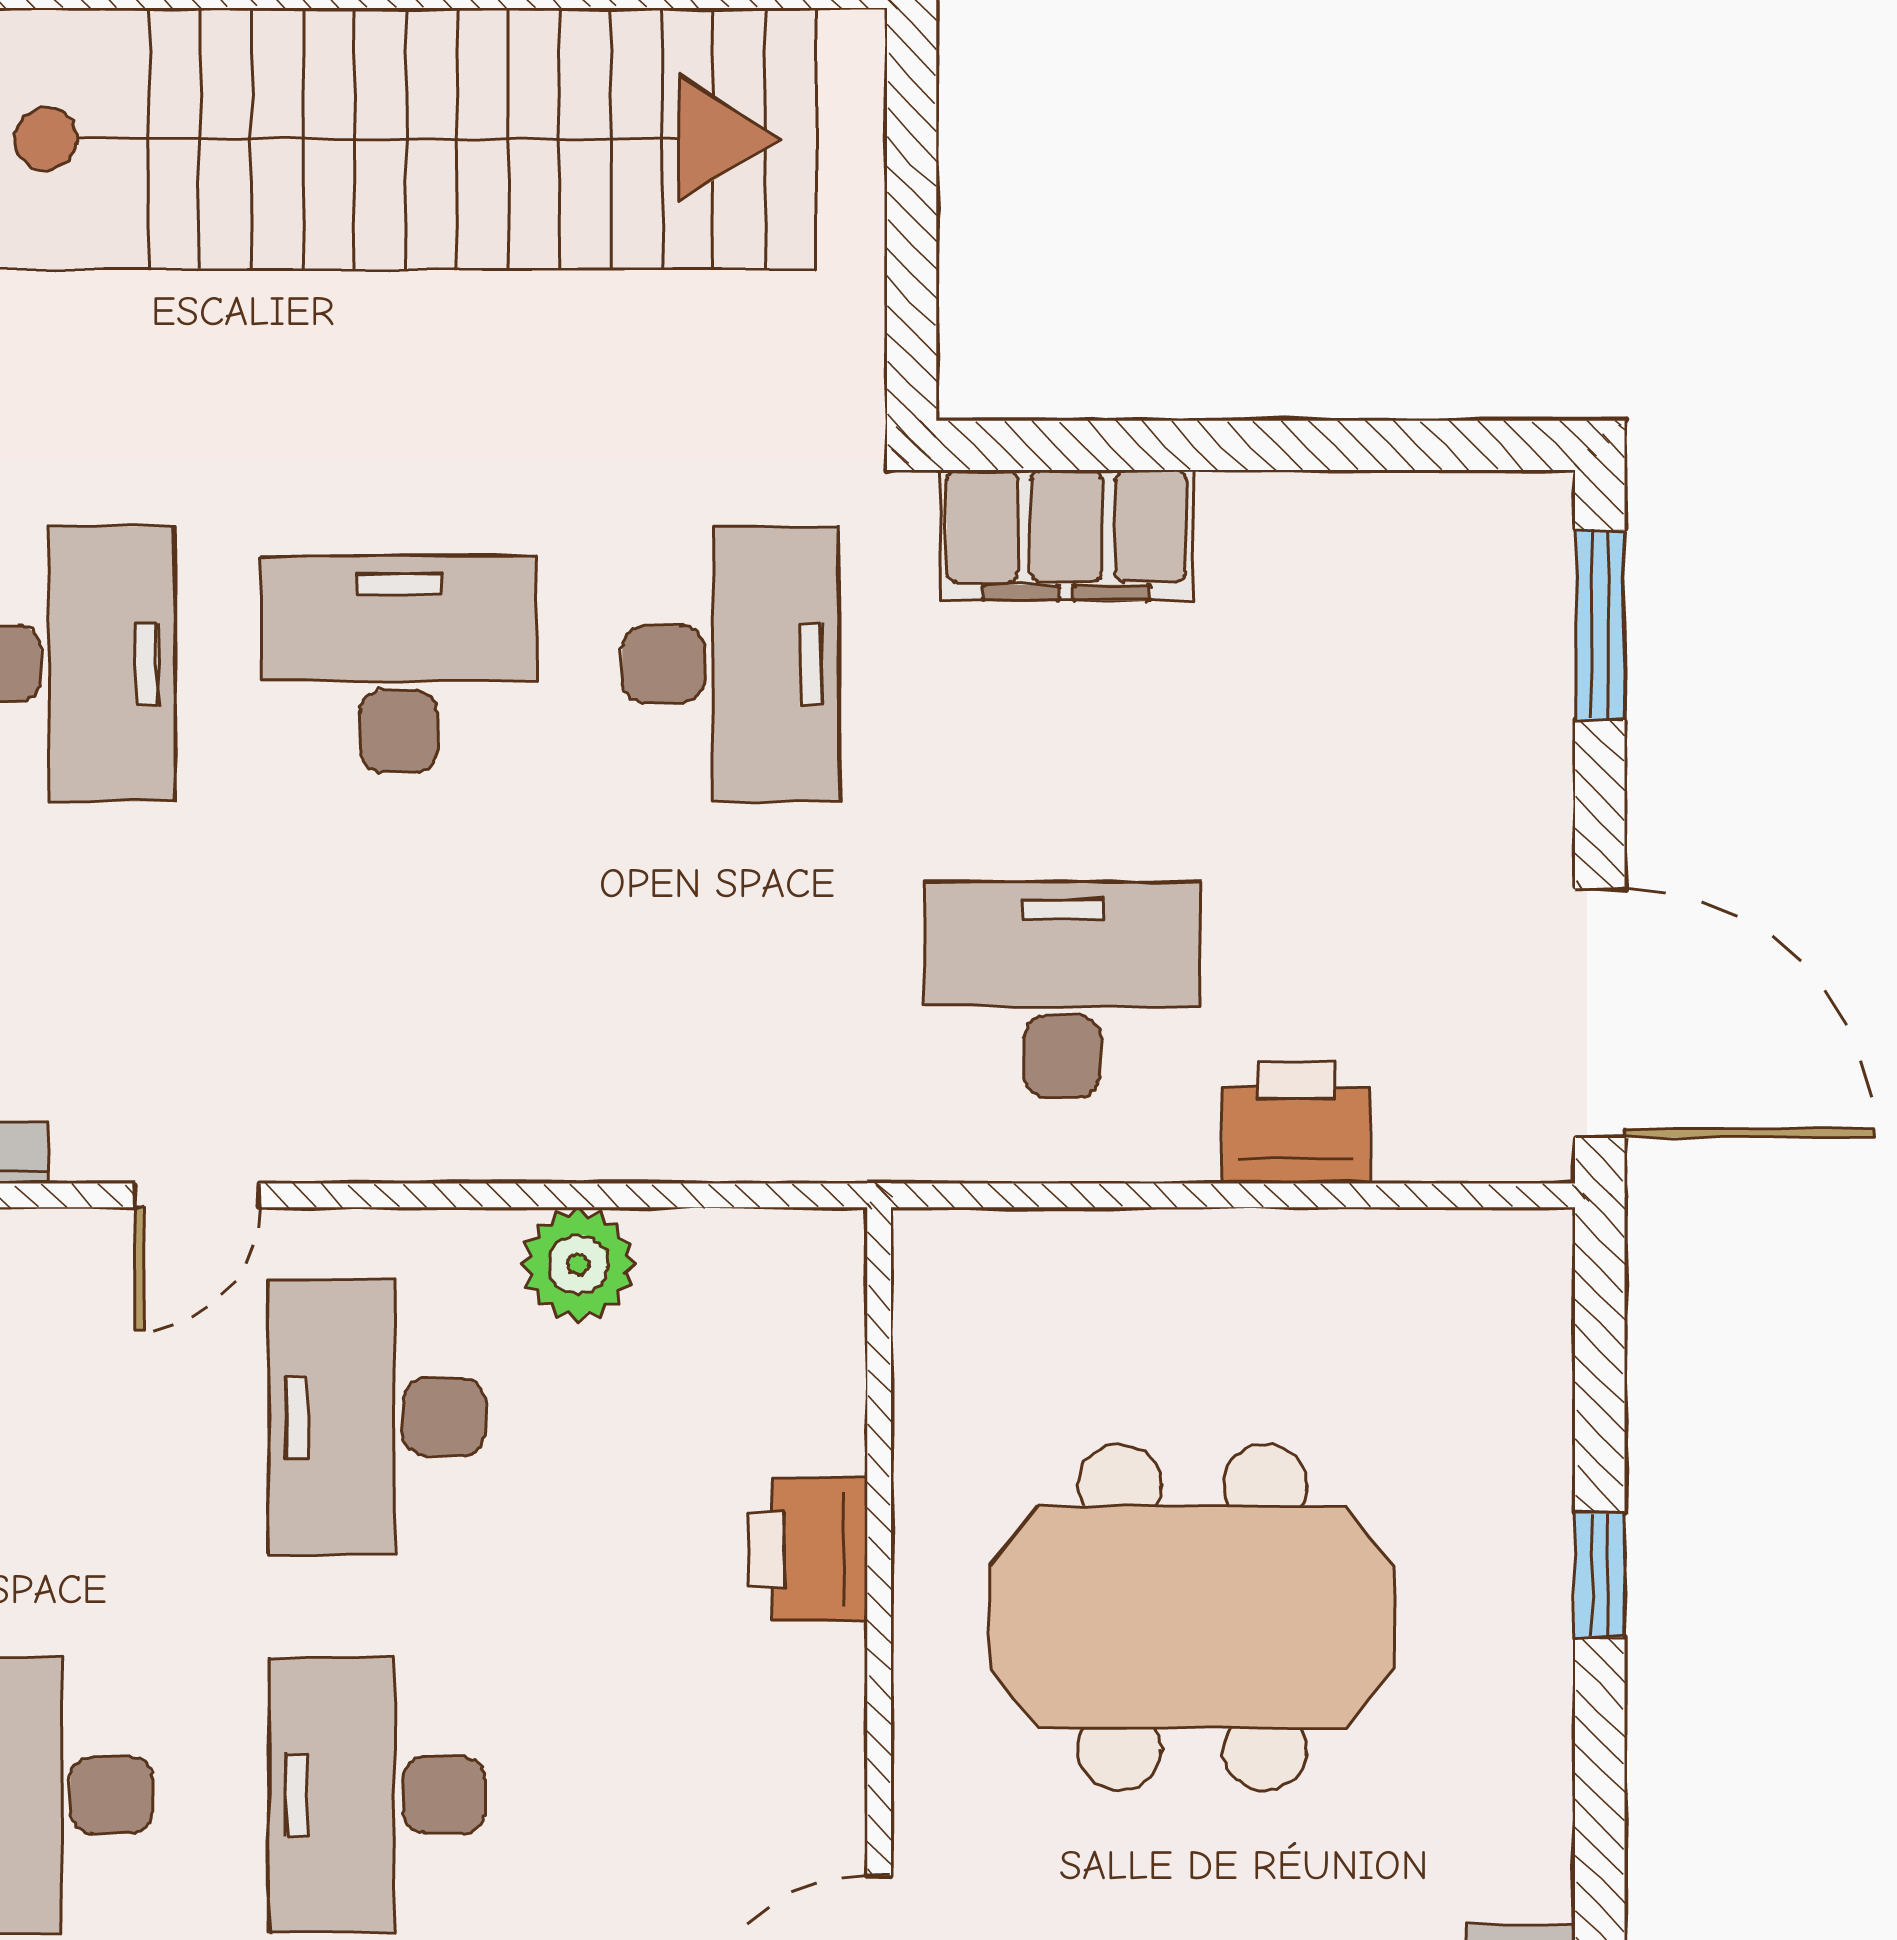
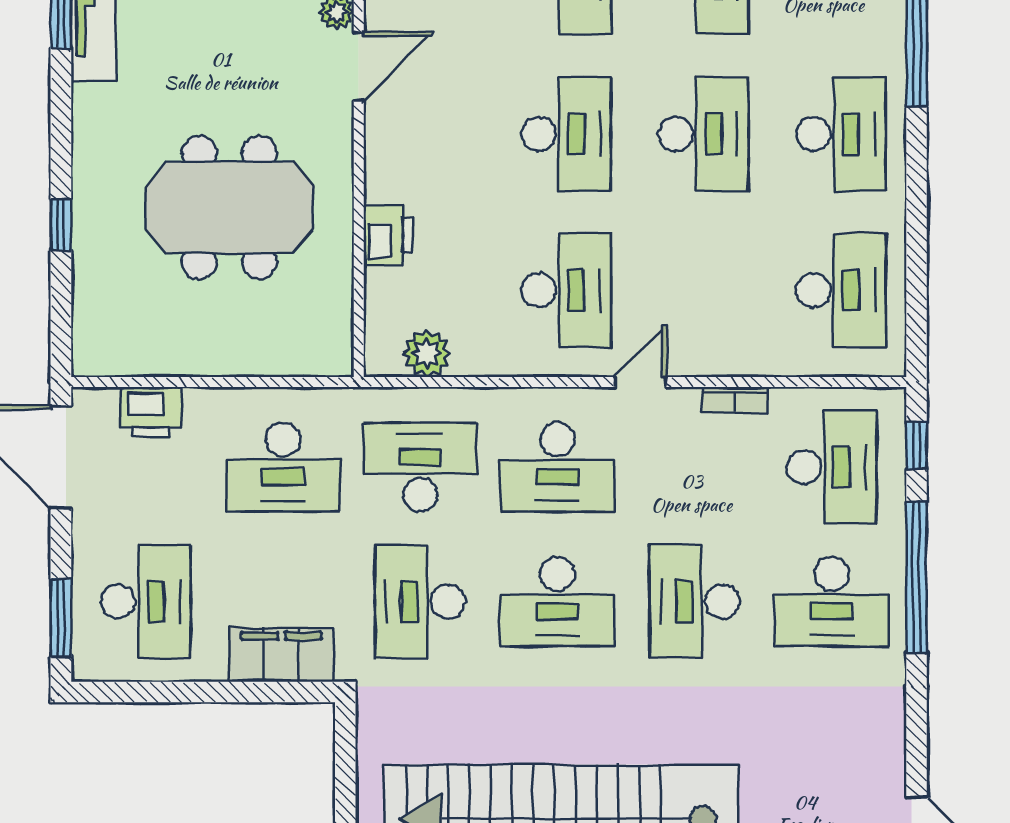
desk: (1395, 664) -> (146, 601), added
desk: (399, 989) -> (557, 467), added
desk: (731, 989) -> (420, 467), added
printer: (1296, 1123) -> (151, 412), moved
plant: (578, 1264) -> (427, 353), moved

